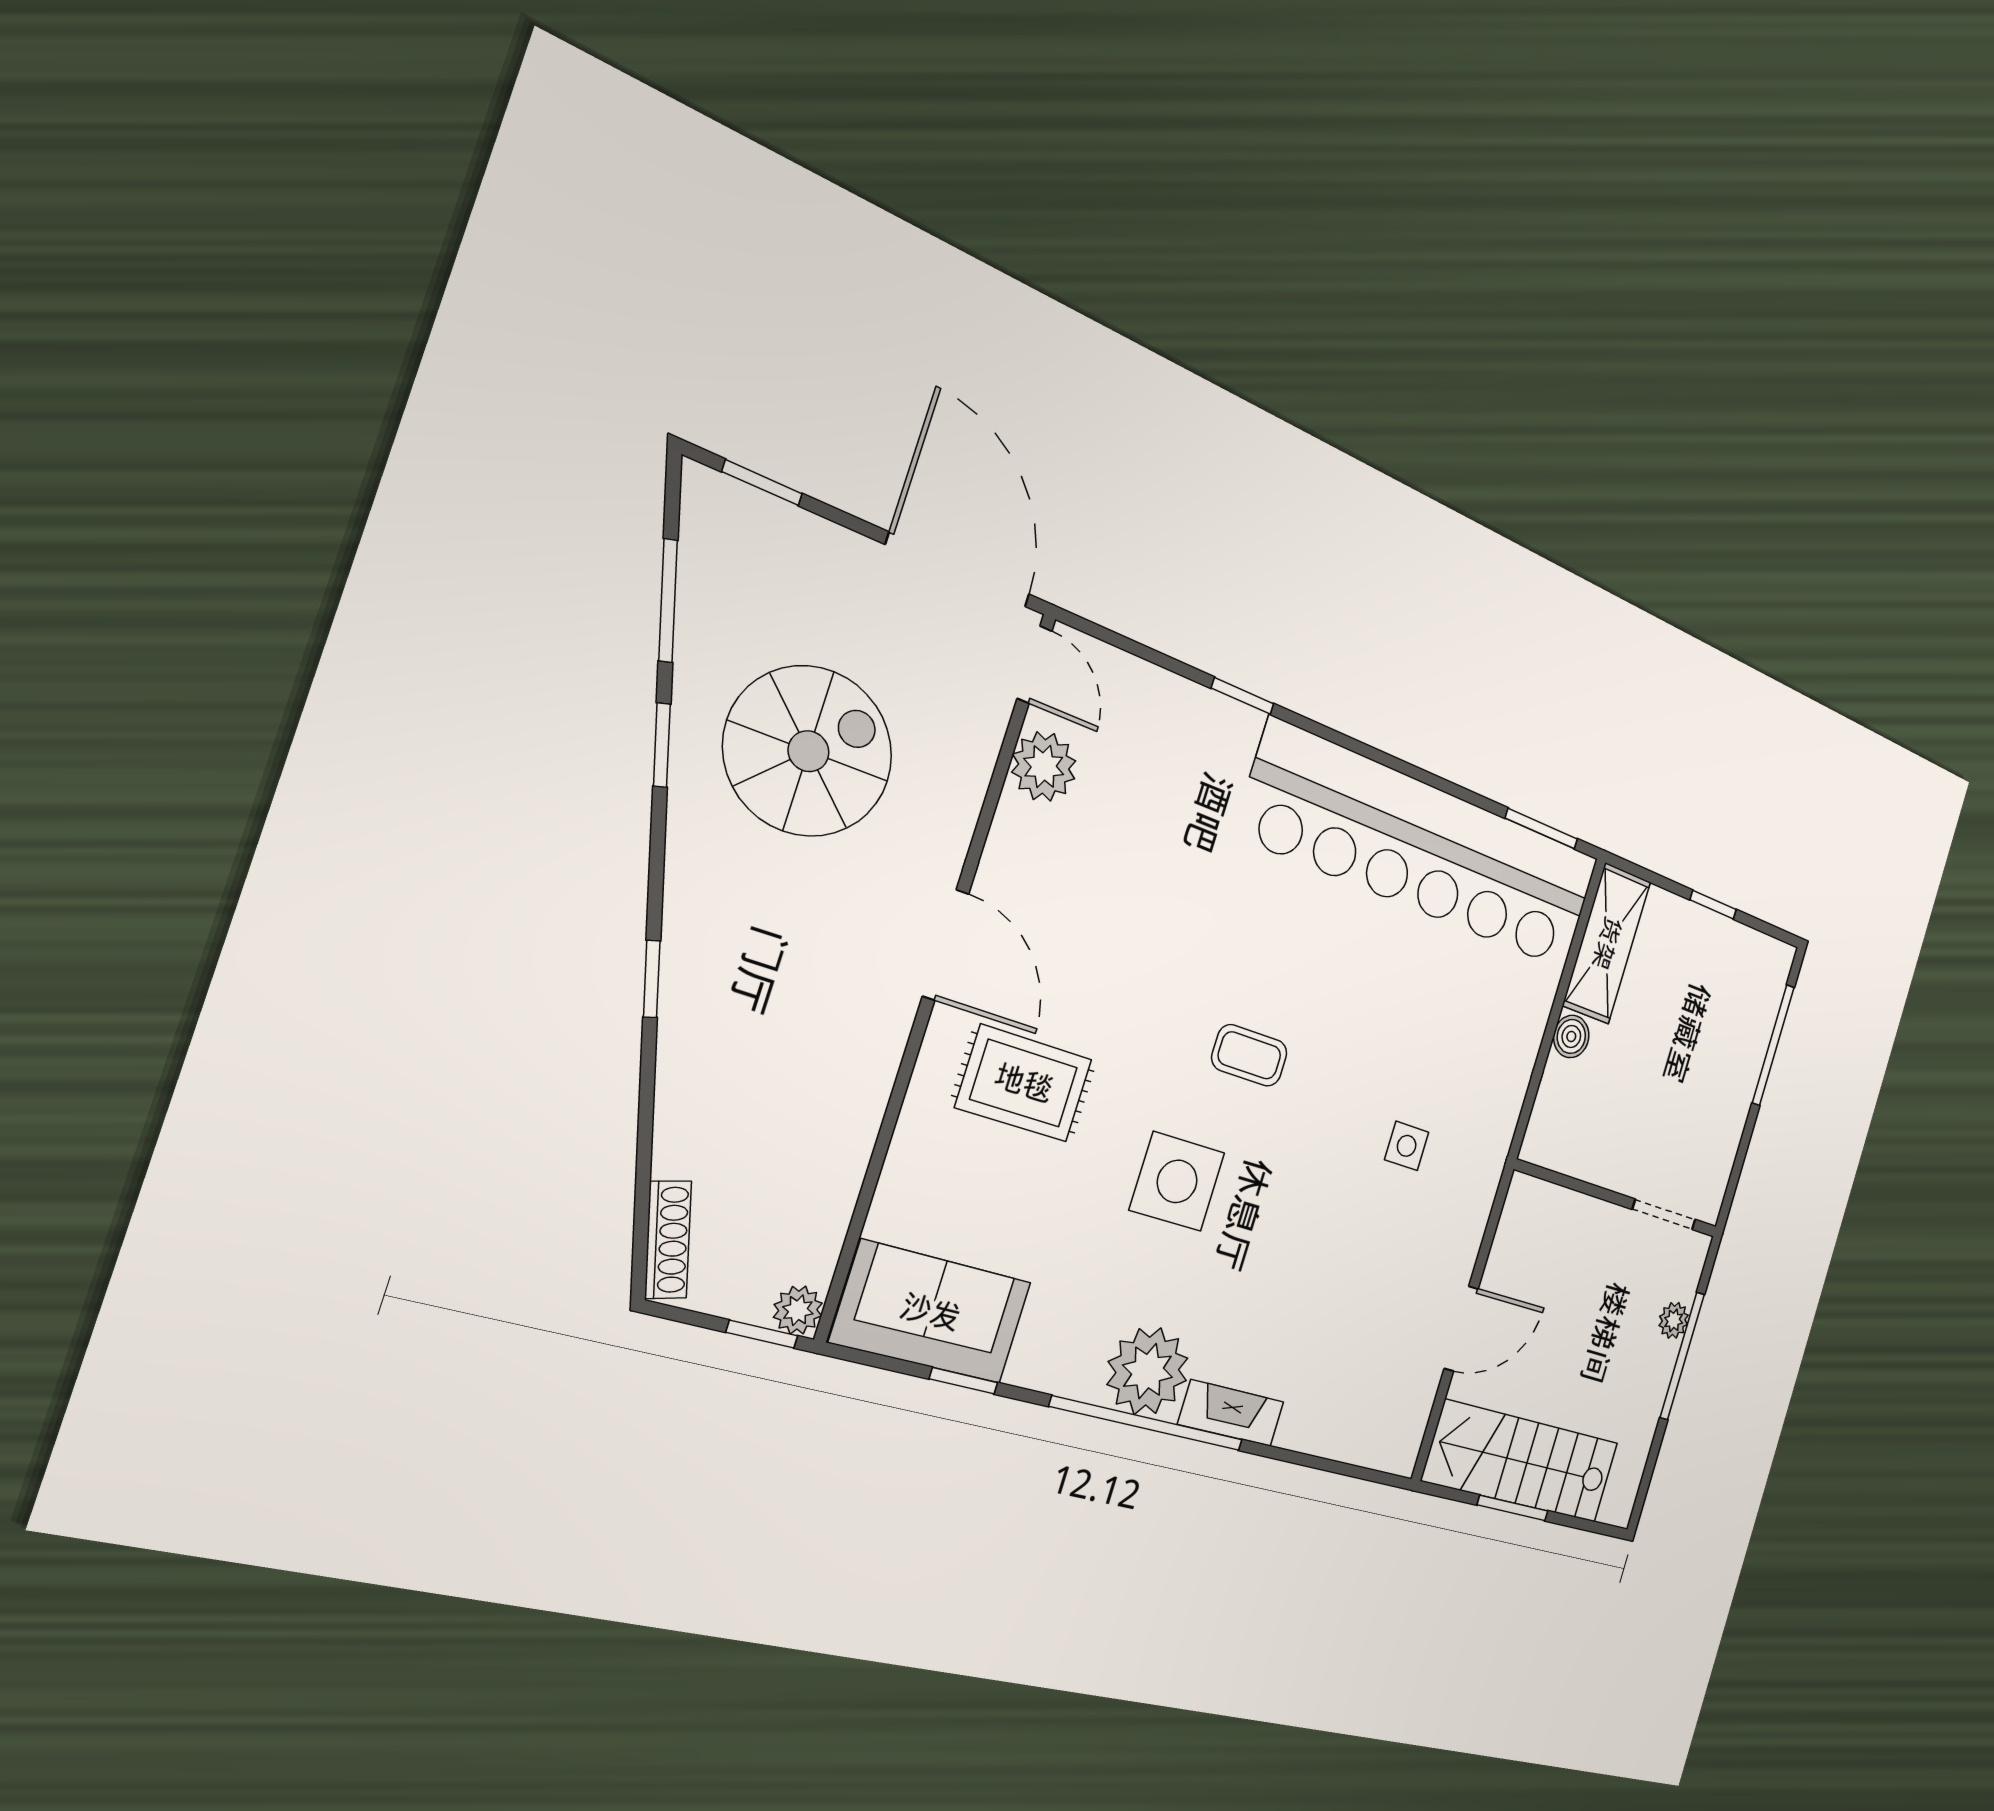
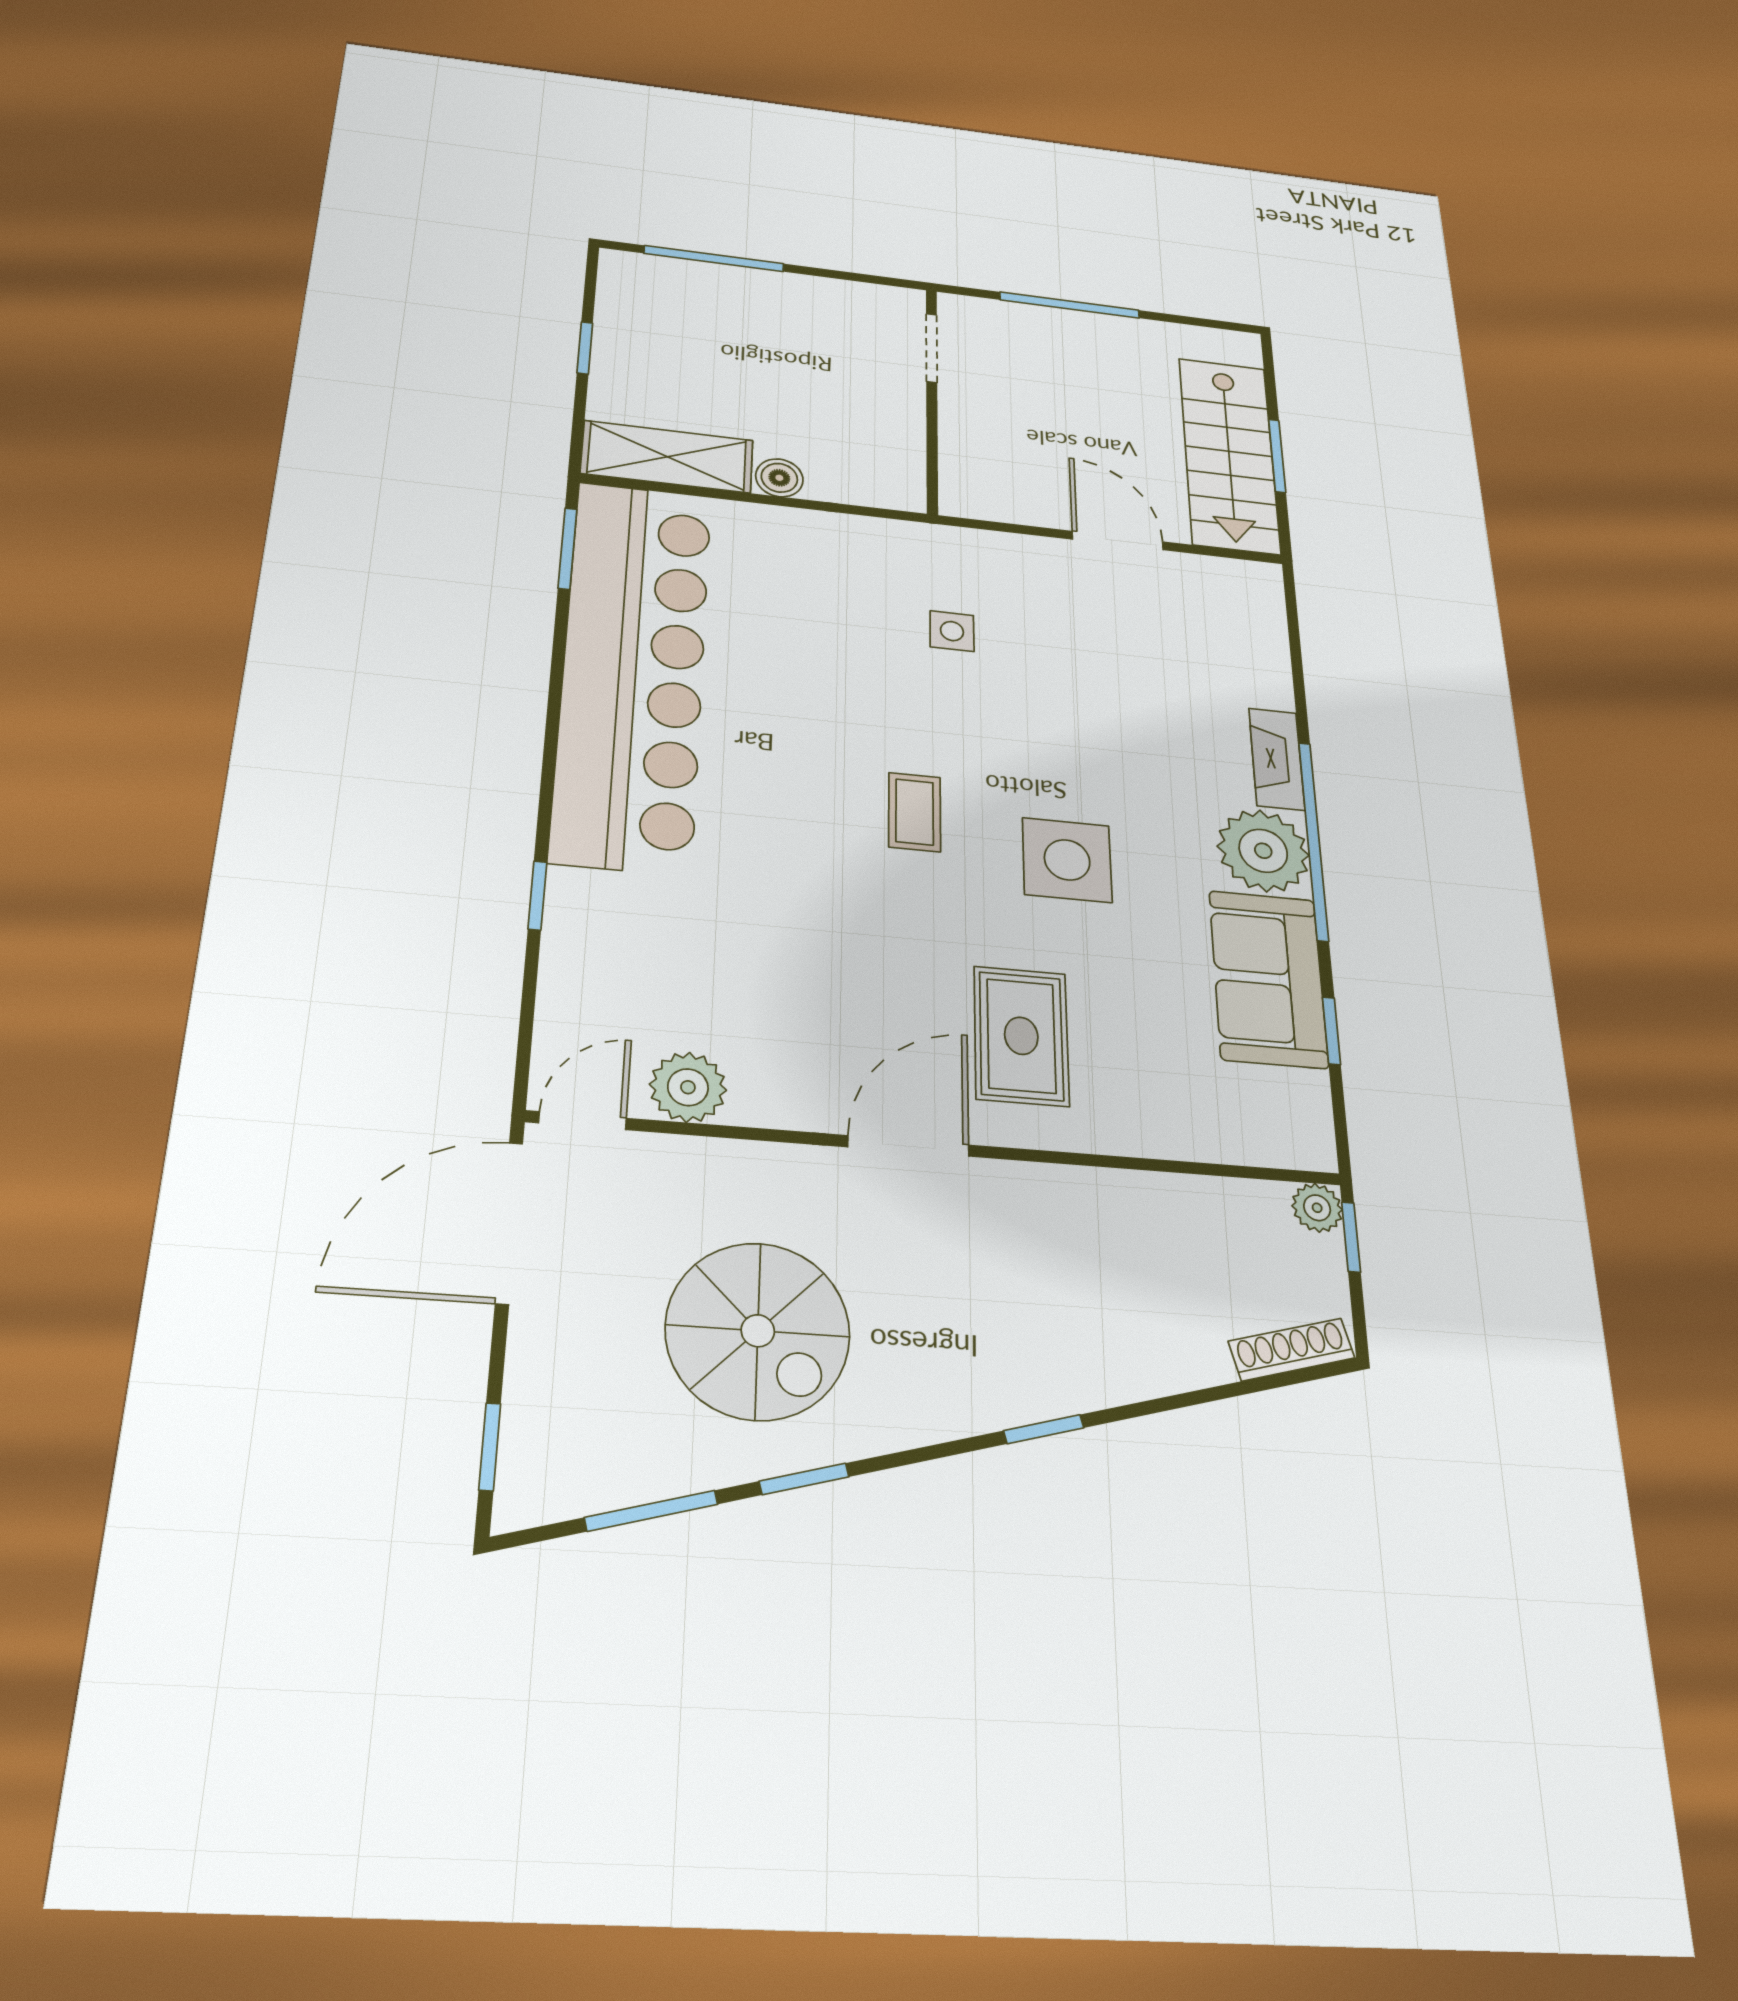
spiral stairs: (808, 751) -> (758, 1331), turned 180
sofa: (931, 1312) -> (1268, 979), moved
plant: (1674, 1320) -> (1037, 320), removed

